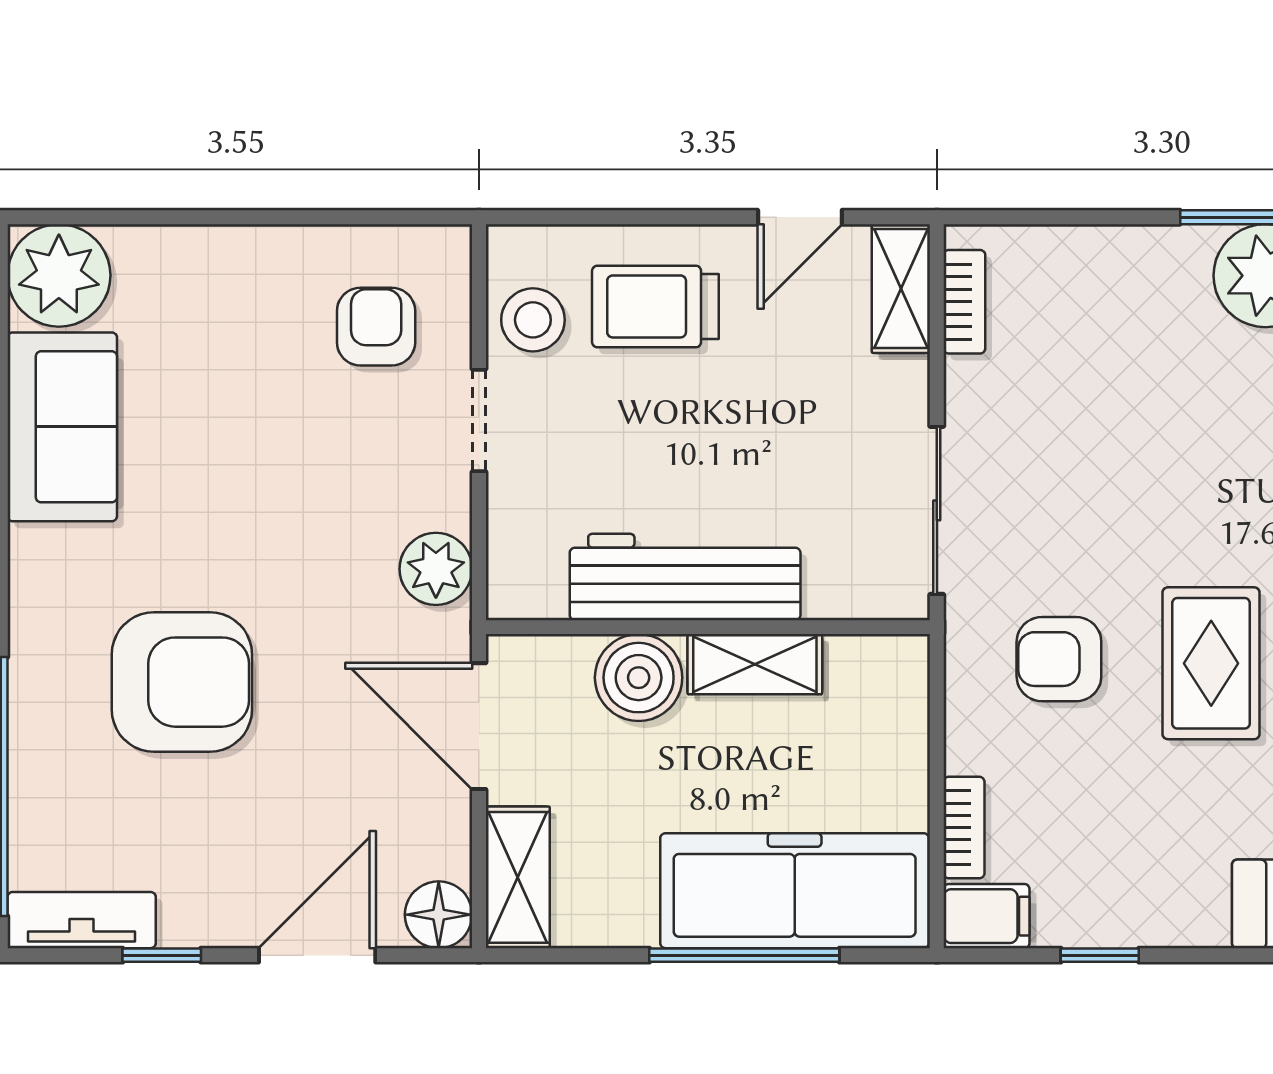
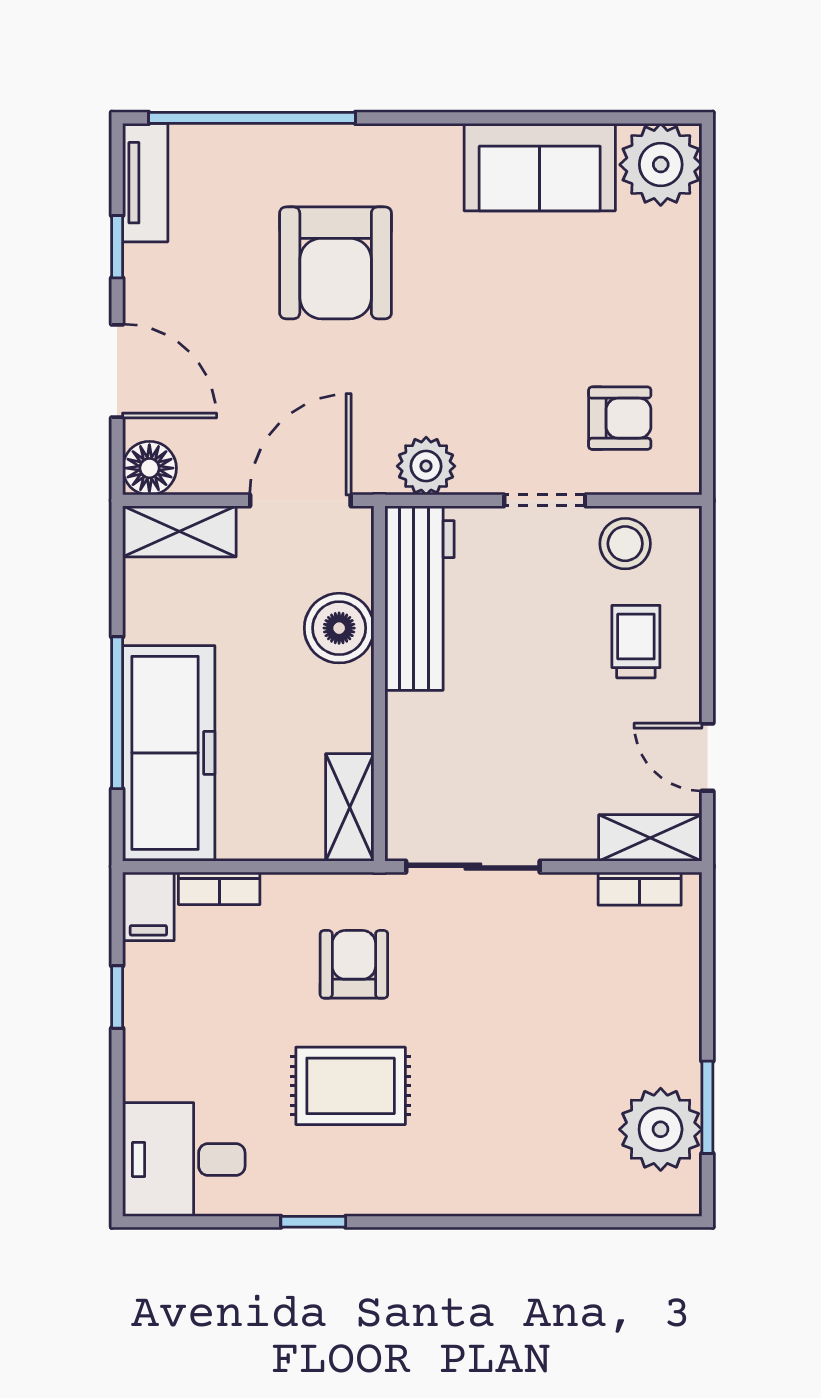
trolley: (655, 306) -> (636, 642), width x0.73, depth x0.72
workbench: (685, 577) -> (420, 598), moved
shelving: (755, 664) -> (350, 807), moved

